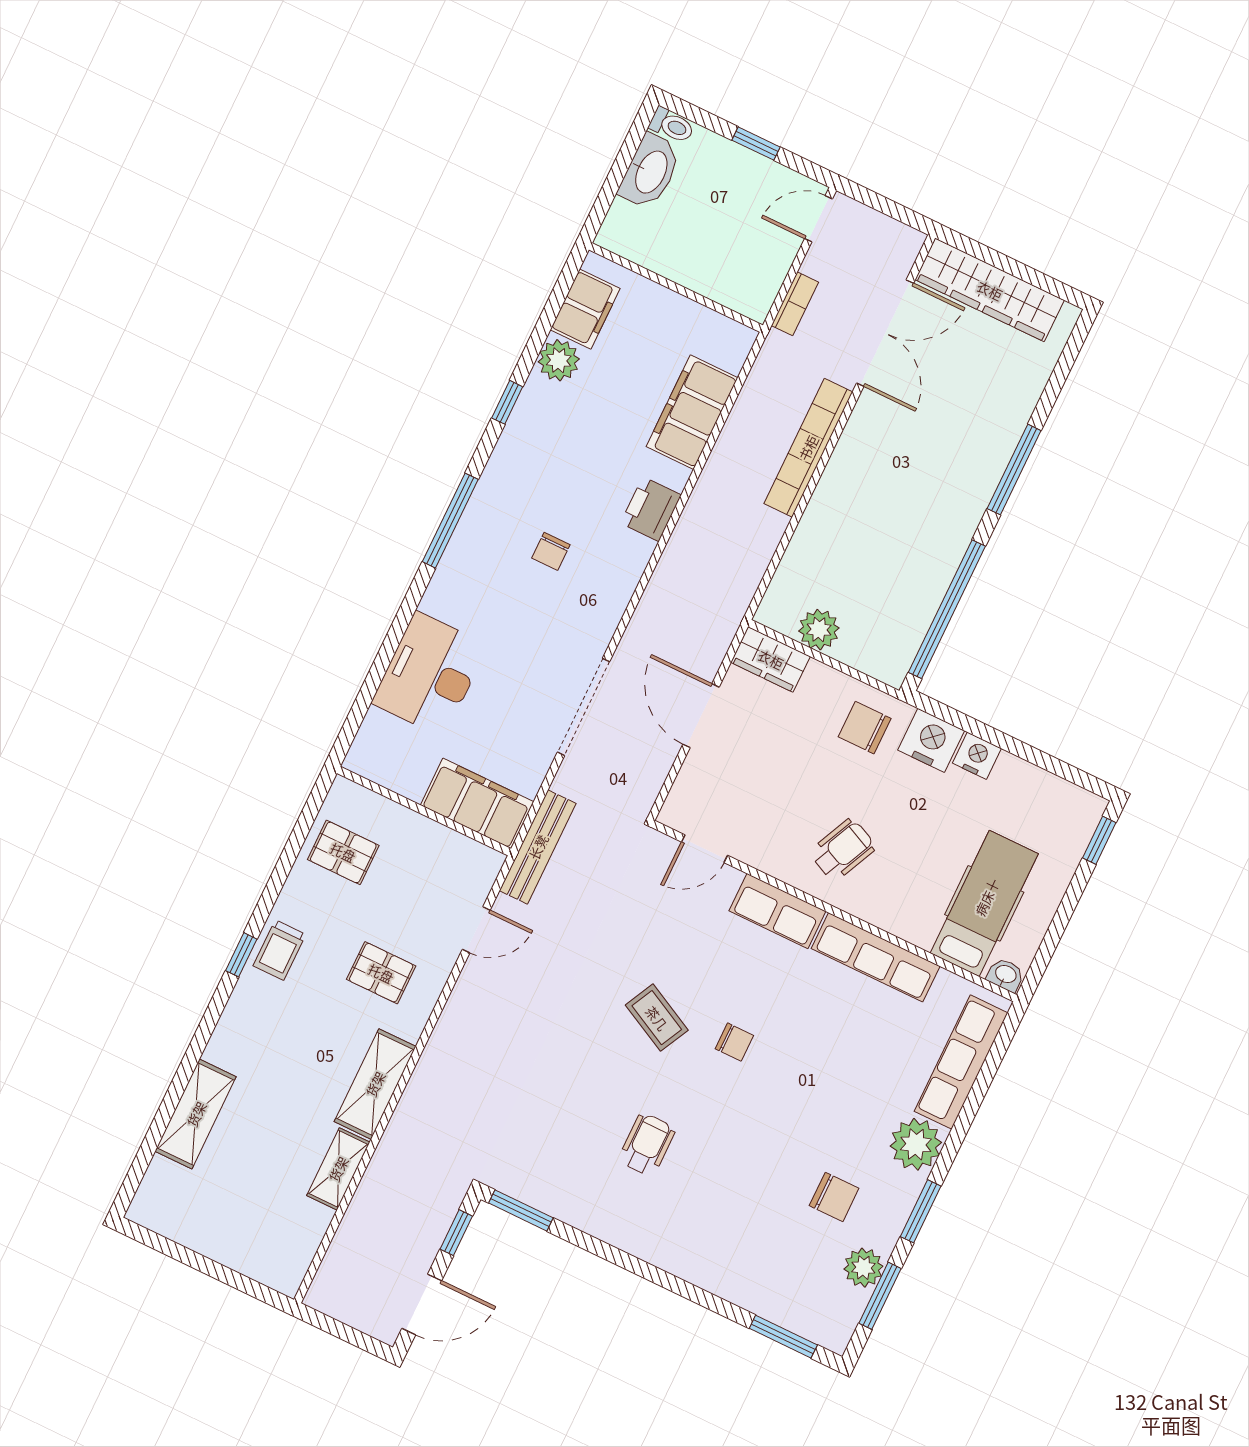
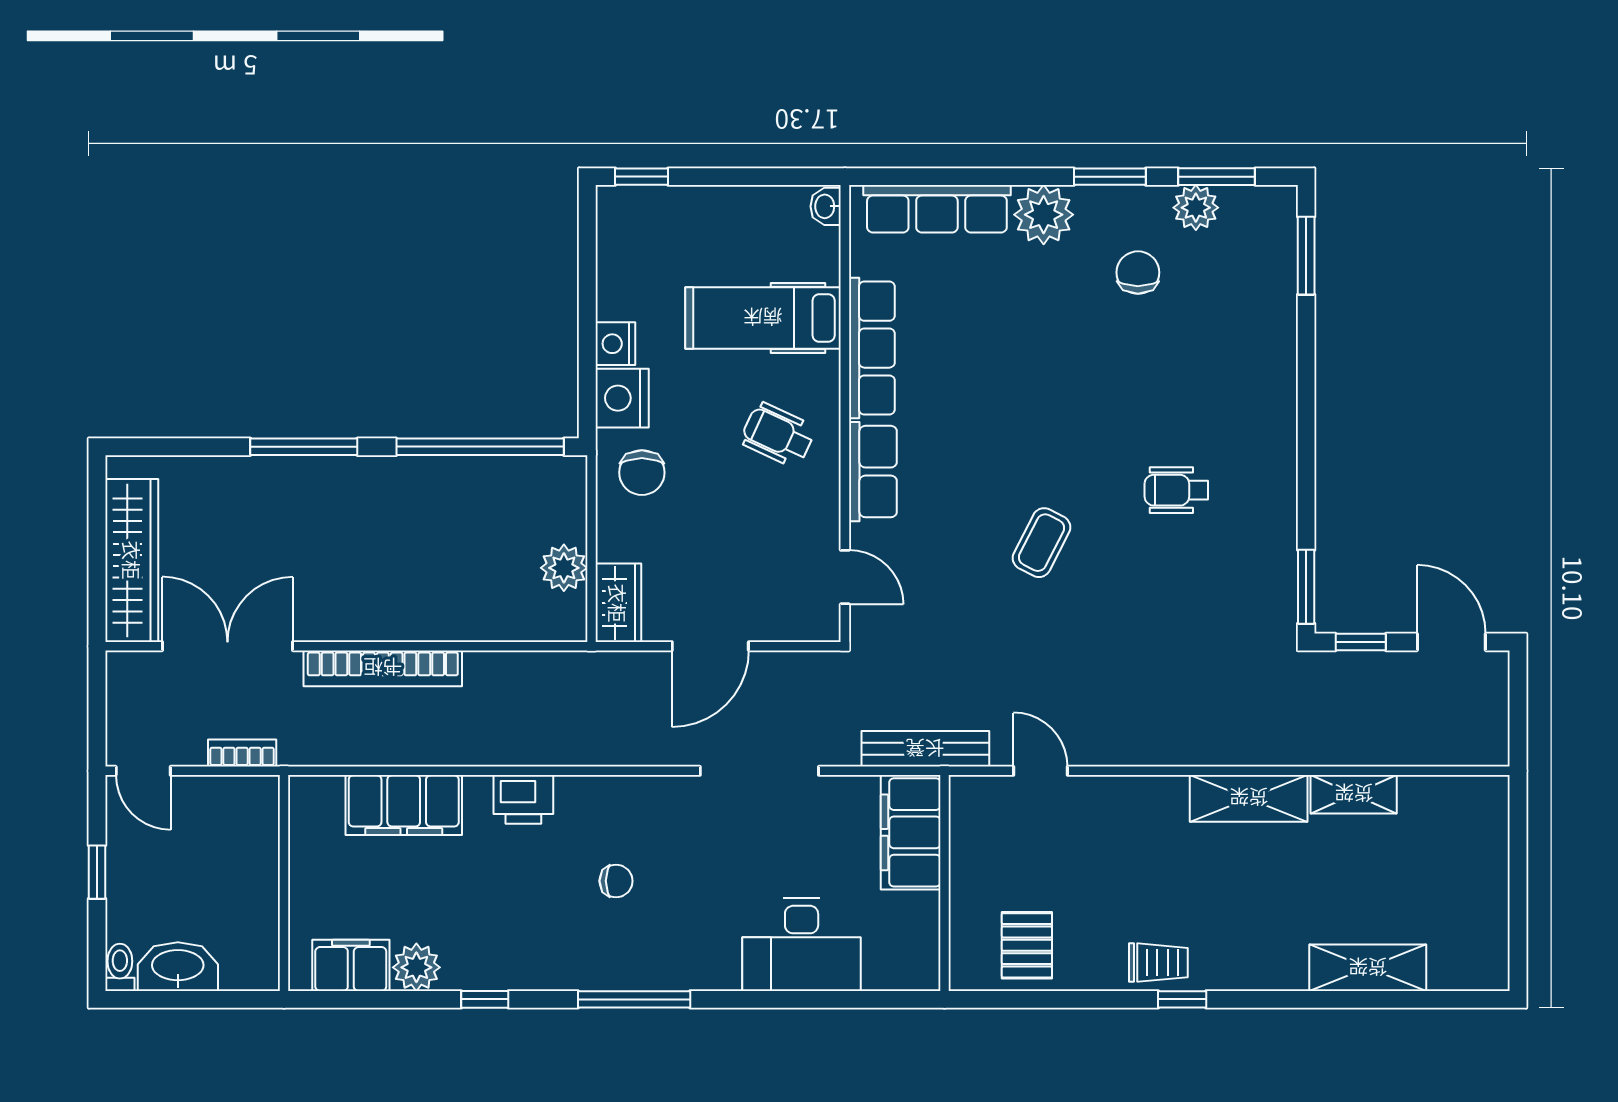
hospital bed: (984, 903) -> (763, 318), moved
pallet: (381, 973) -> (1131, 847), removed
chair: (734, 1042) -> (1028, 451), removed

